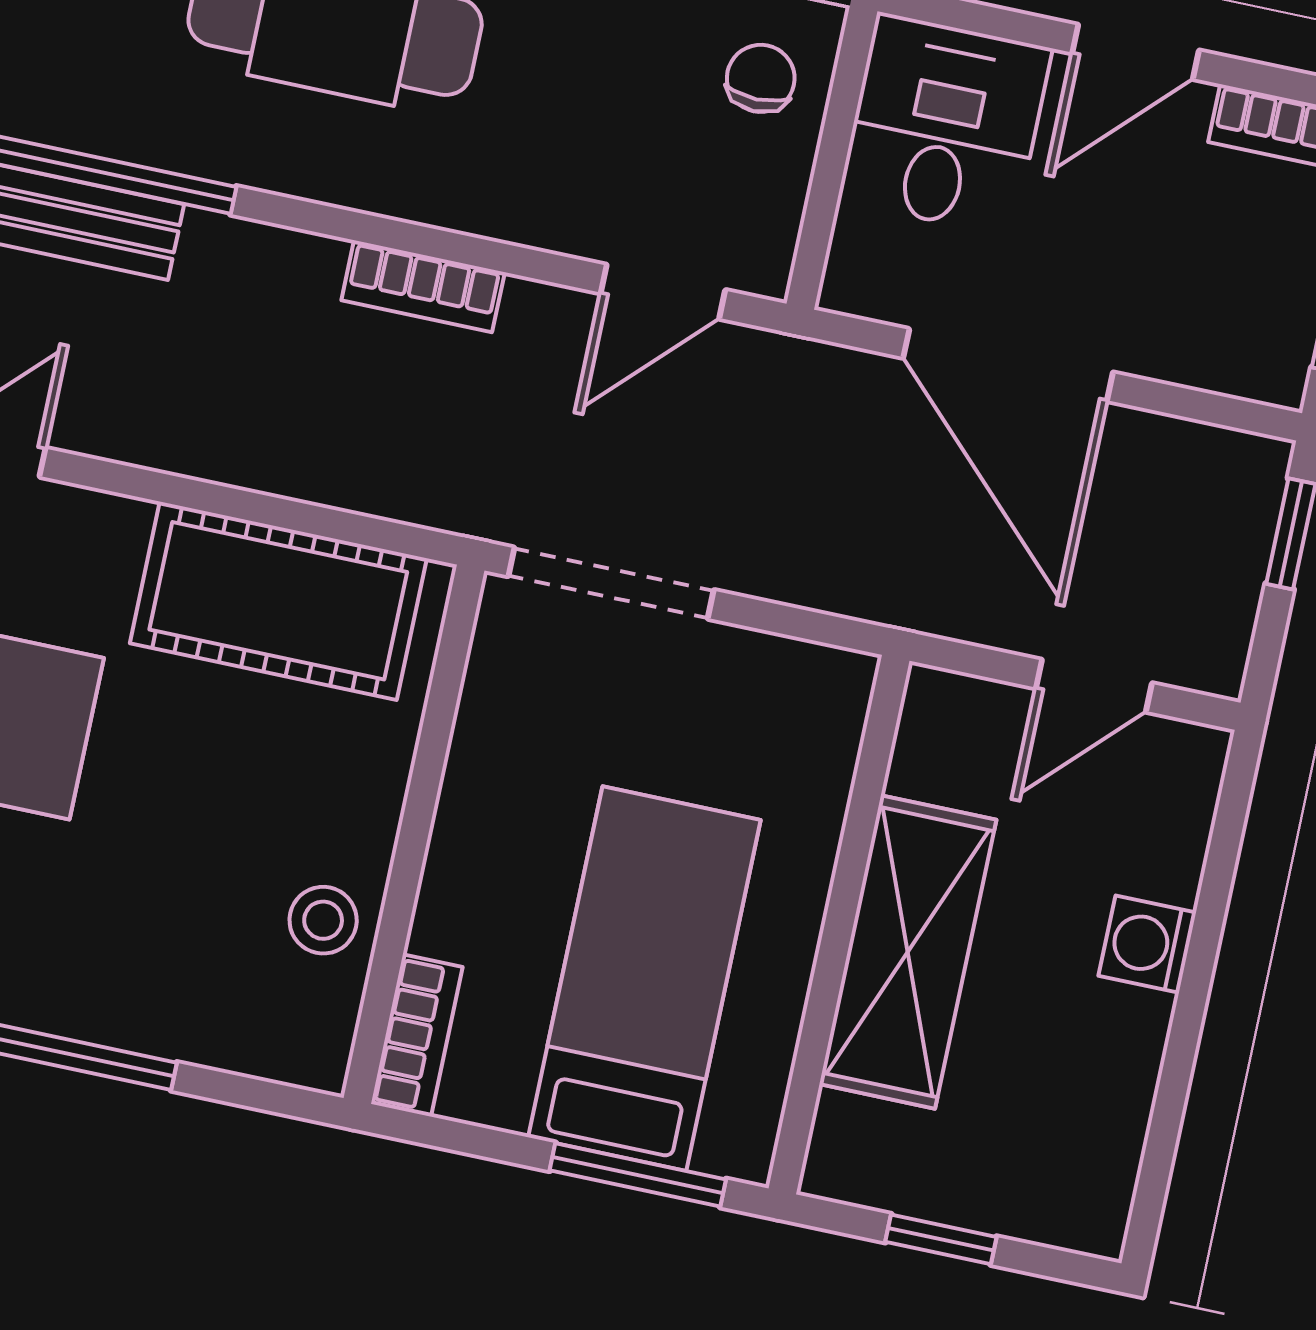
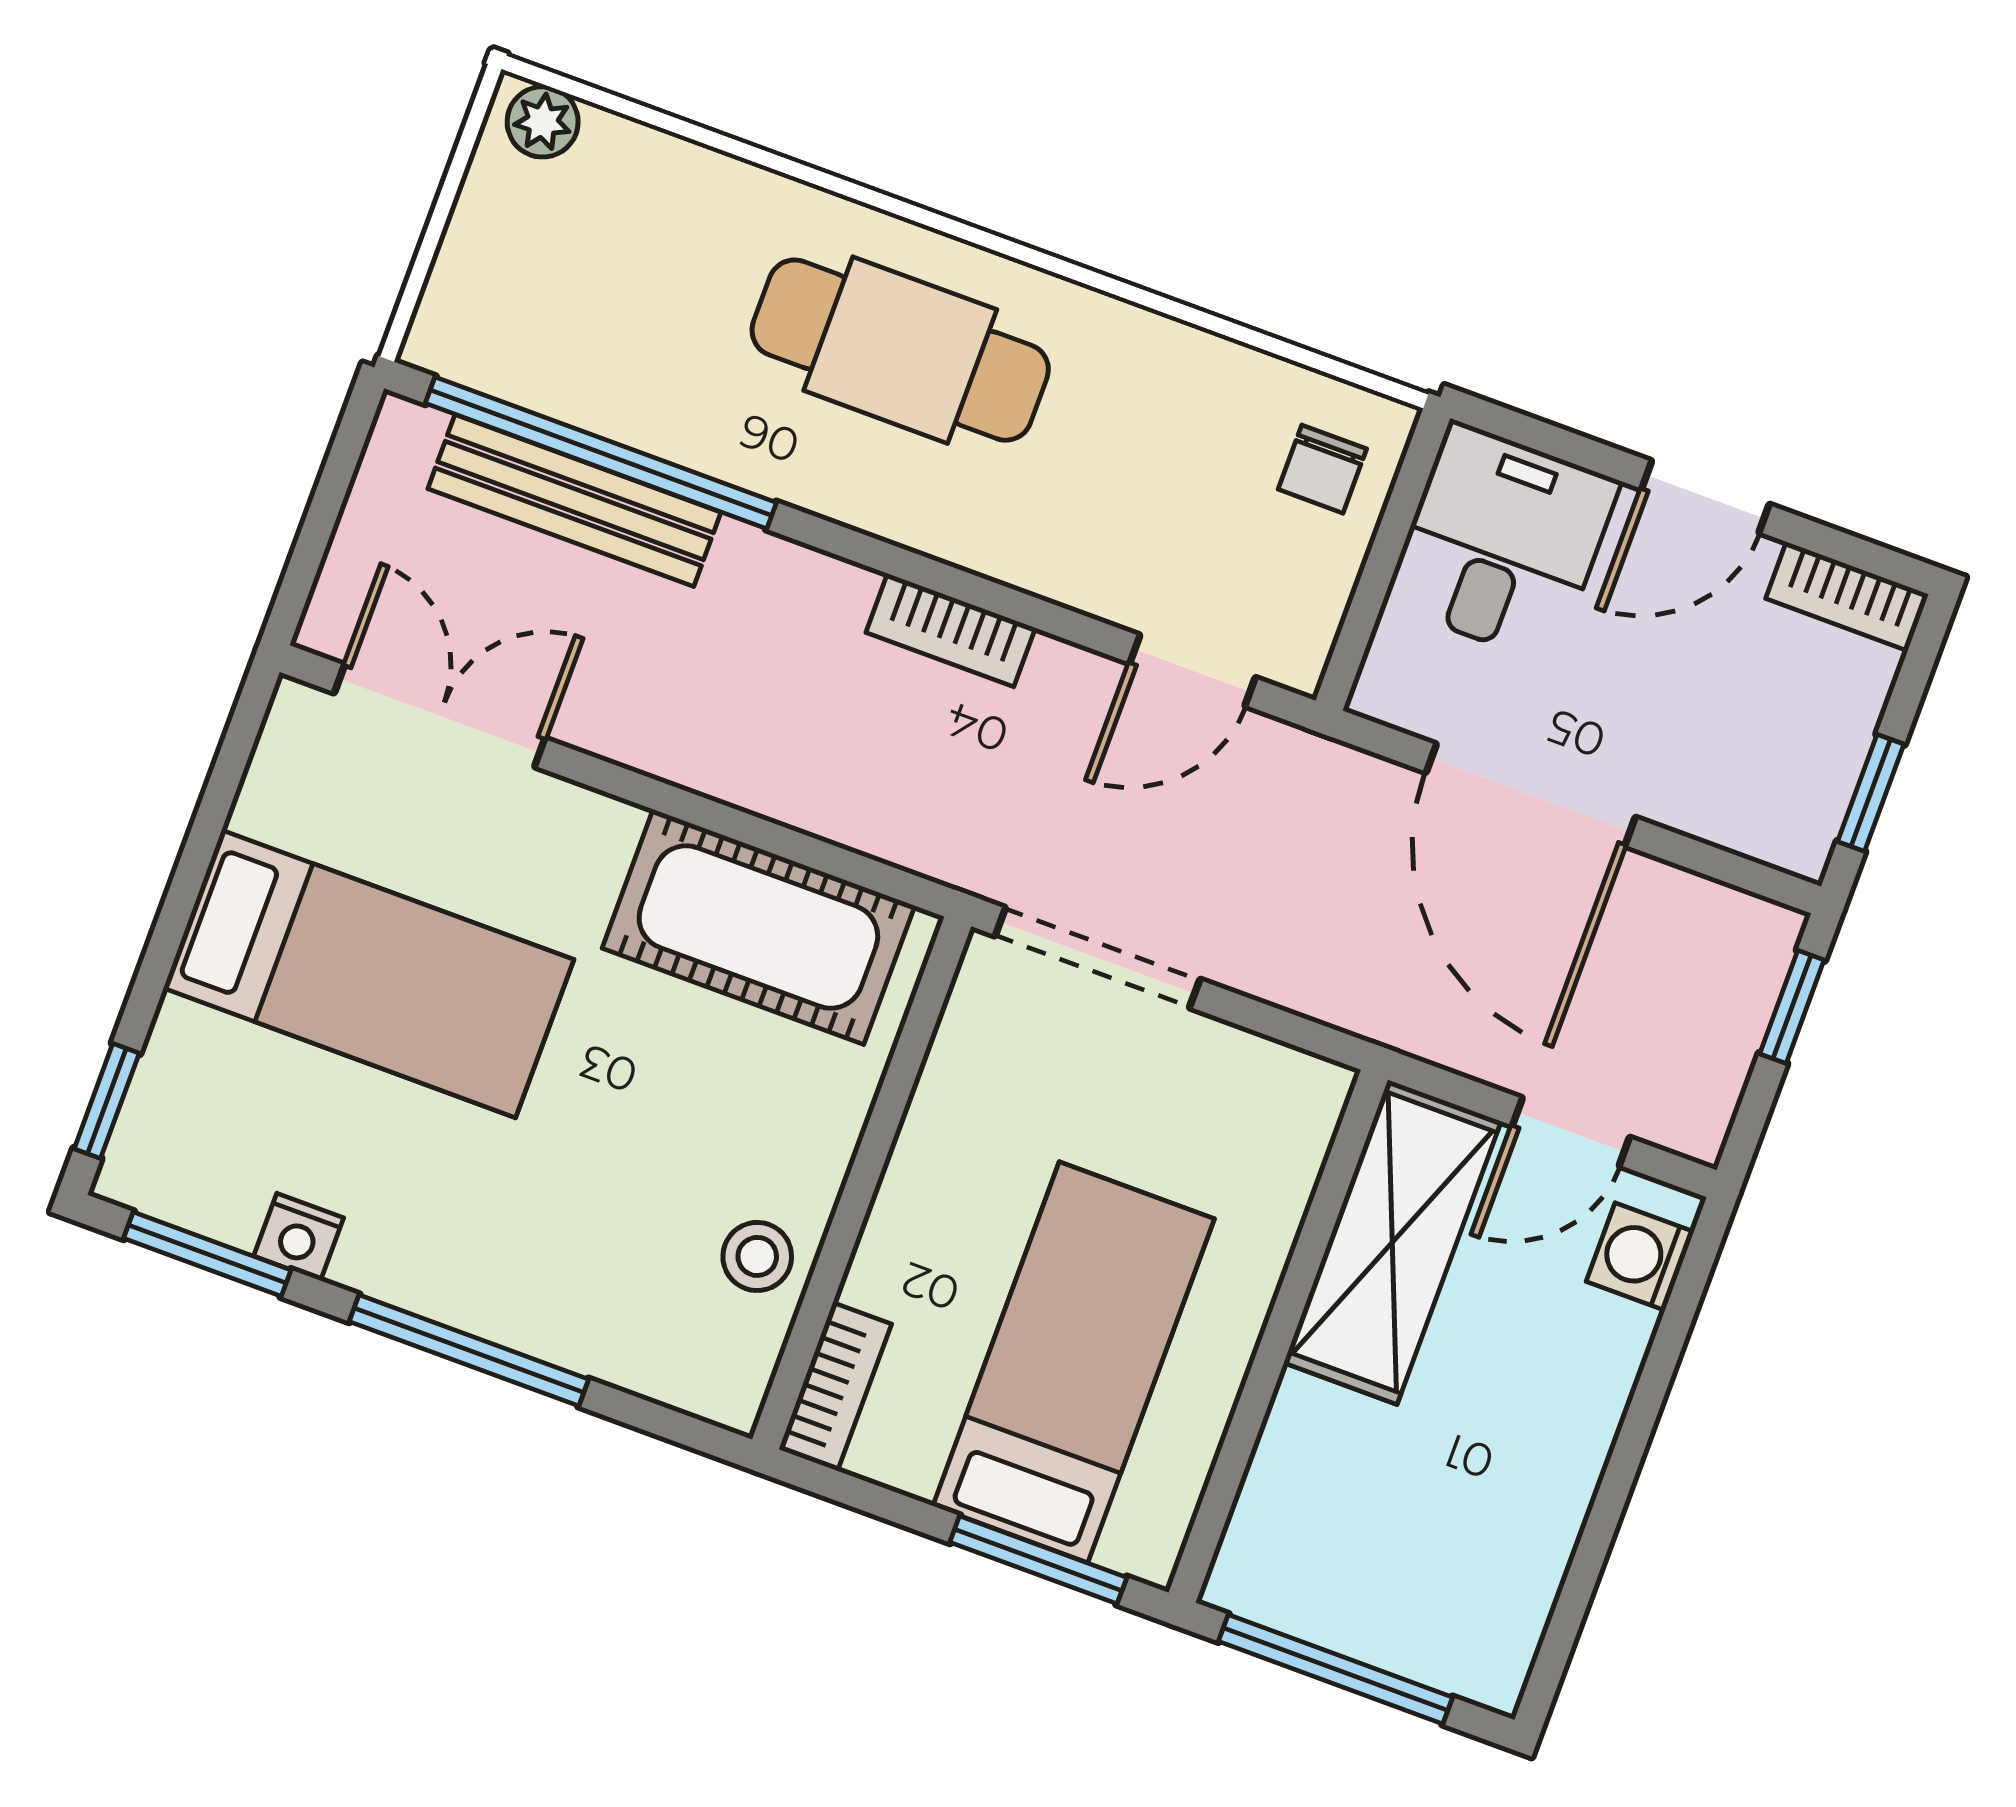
chair: (761, 78) -> (1322, 469), turned 180
washing machine: (1147, 944) -> (1640, 1257), moved
shelving: (908, 952) -> (1392, 1242), moved
window: (941, 1239) -> (1335, 1669), width x2.17

